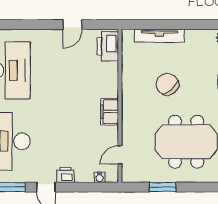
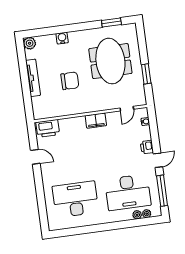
tv unit: (160, 36) -> (33, 78), moved
chair: (167, 84) -> (70, 81), turned -138
door: (120, 155) -> (127, 109), hinge flipped

